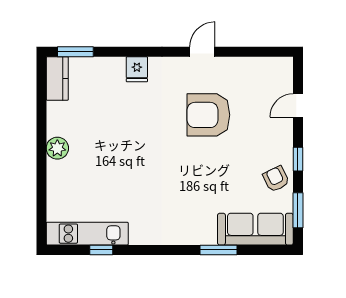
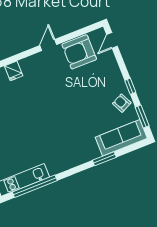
door: (298, 105) -> (112, 40), moved
armchair: (208, 115) -> (79, 52), moved
window: (101, 250) -> (35, 186), width x3.17

